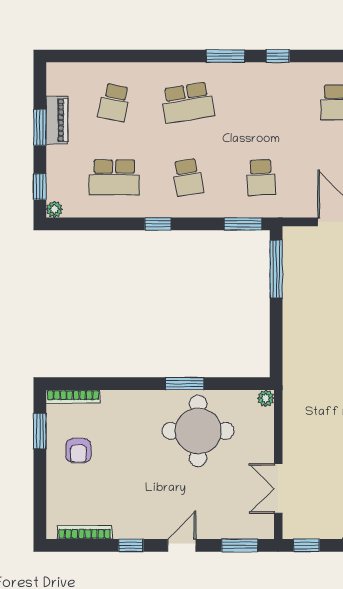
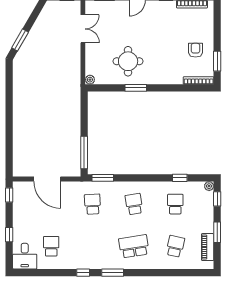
piano: (57, 120) -> (208, 247), moved
school desk: (114, 177) -> (175, 204), width x0.54
window: (158, 224) -> (180, 178), moved
round table: (198, 431) -> (128, 61), width x0.73, depth x0.73

